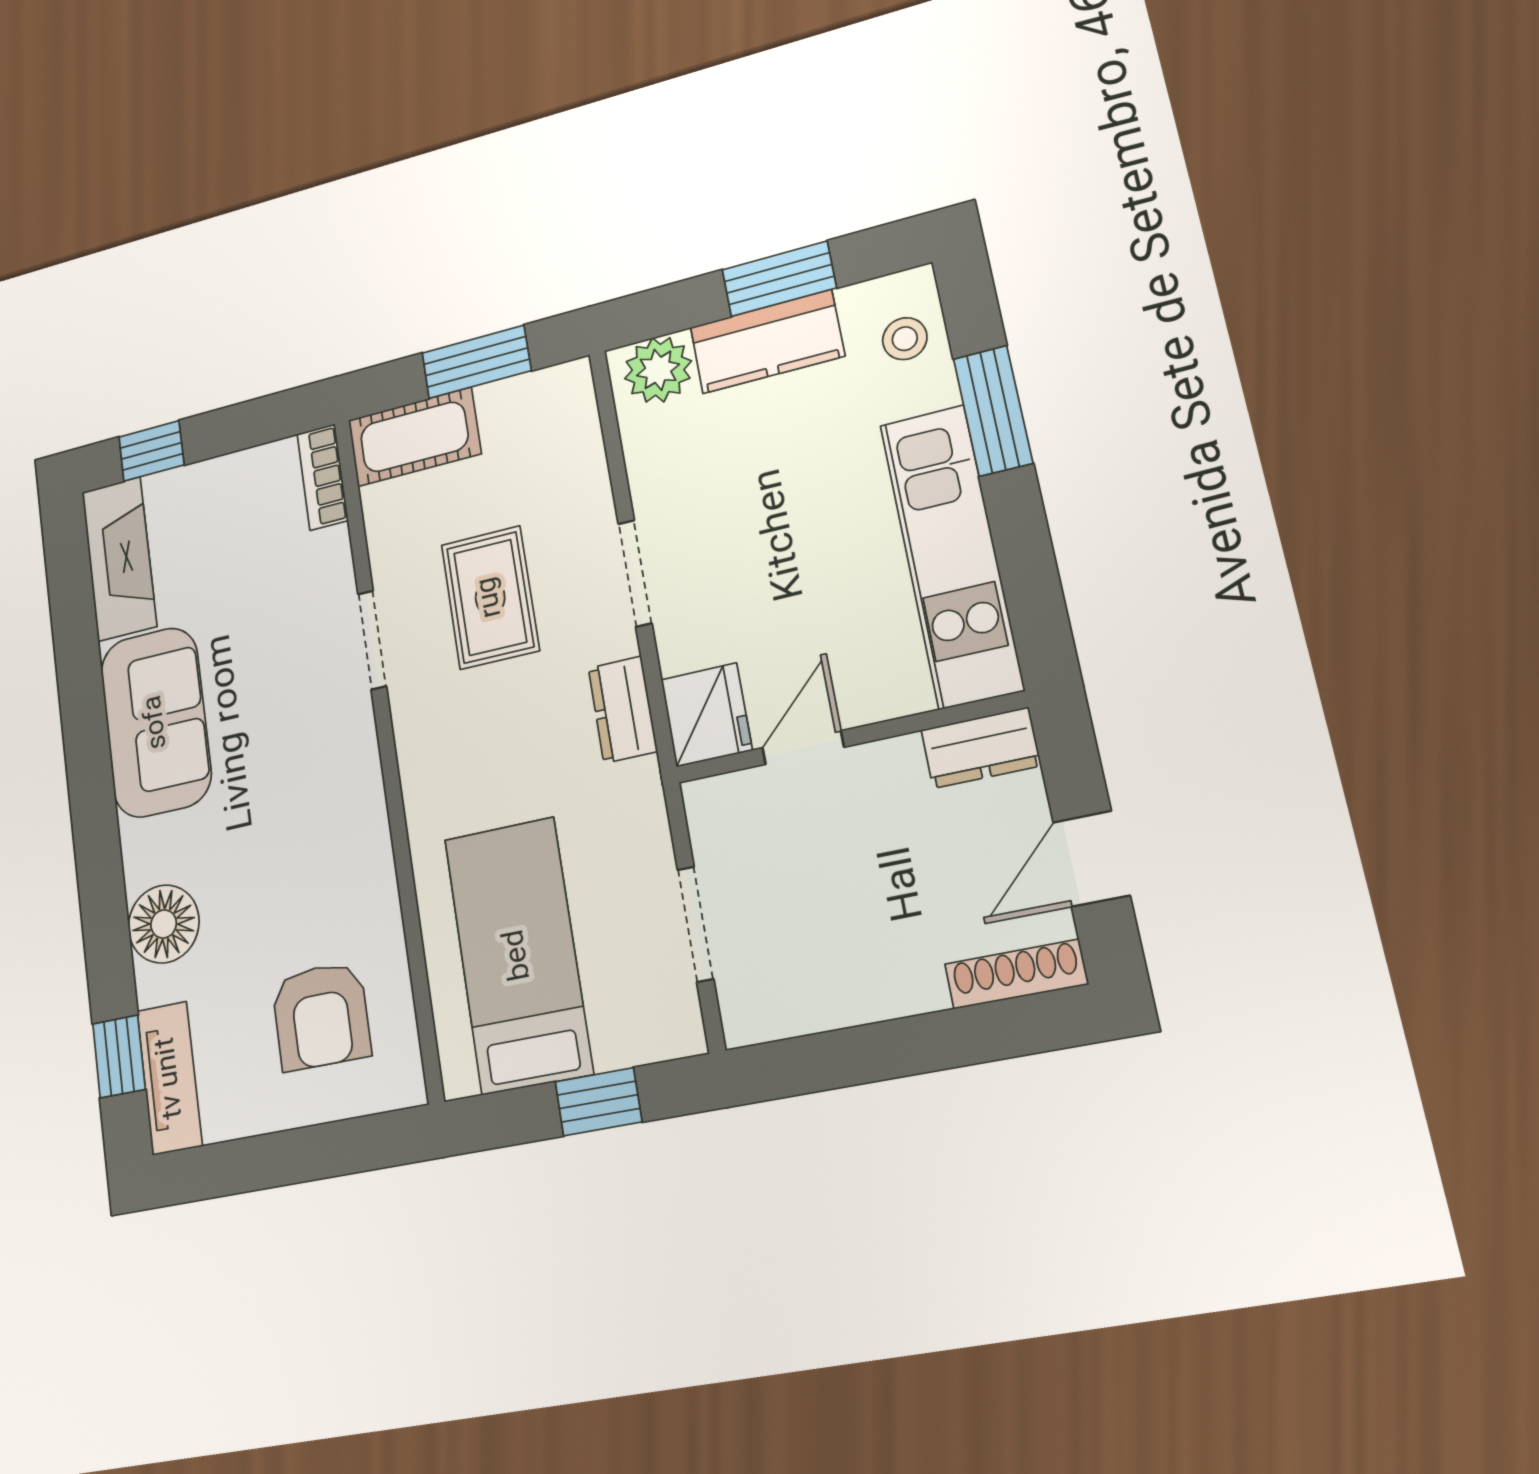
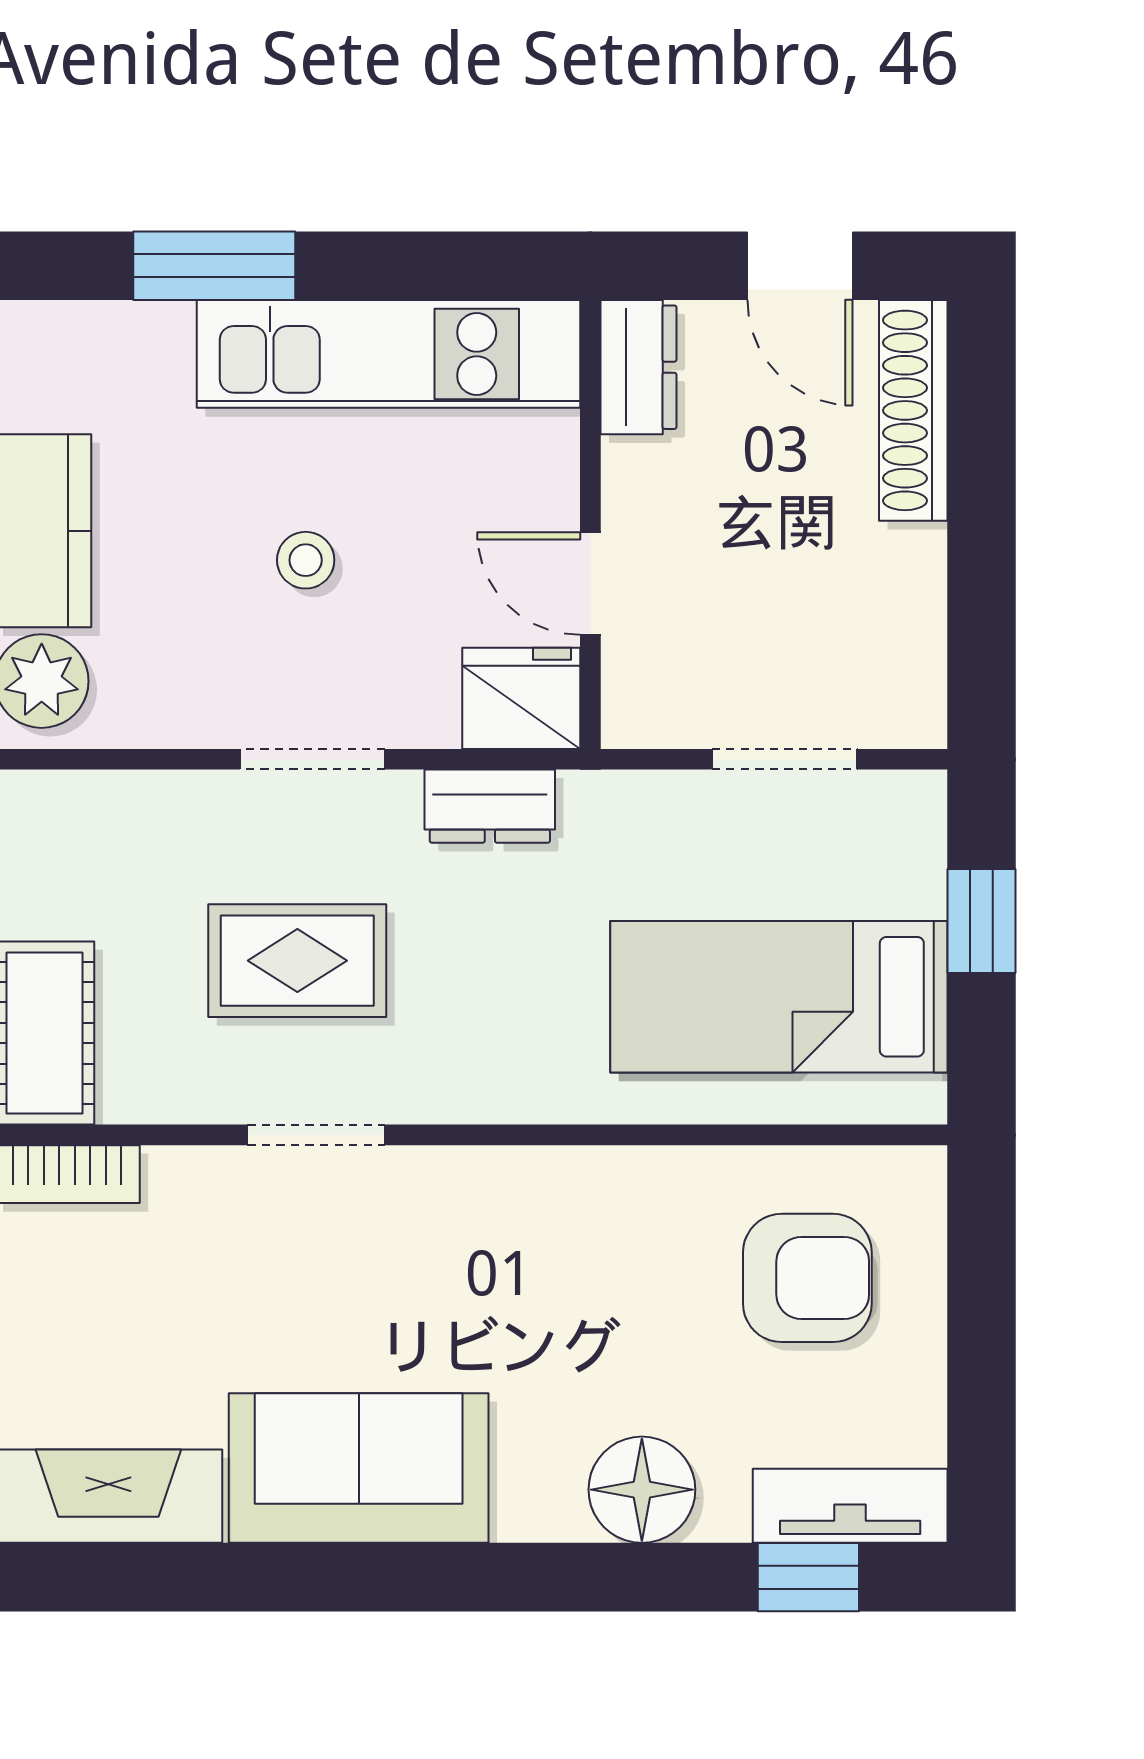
stool: (905, 339) -> (306, 560), moved
shoe rack: (1016, 974) -> (913, 410), width x1.36, depth x1.24

